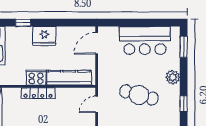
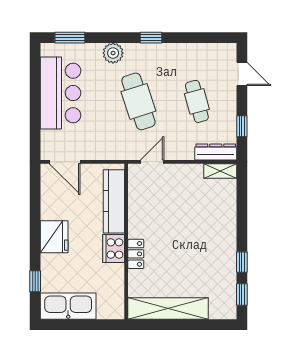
window: (23, 23) -> (35, 281), moved
locker: (38, 93) -> (136, 254), width x0.66
cafe table: (139, 95) -> (138, 101), turned -33
door: (97, 104) -> (152, 162), swing flipped

